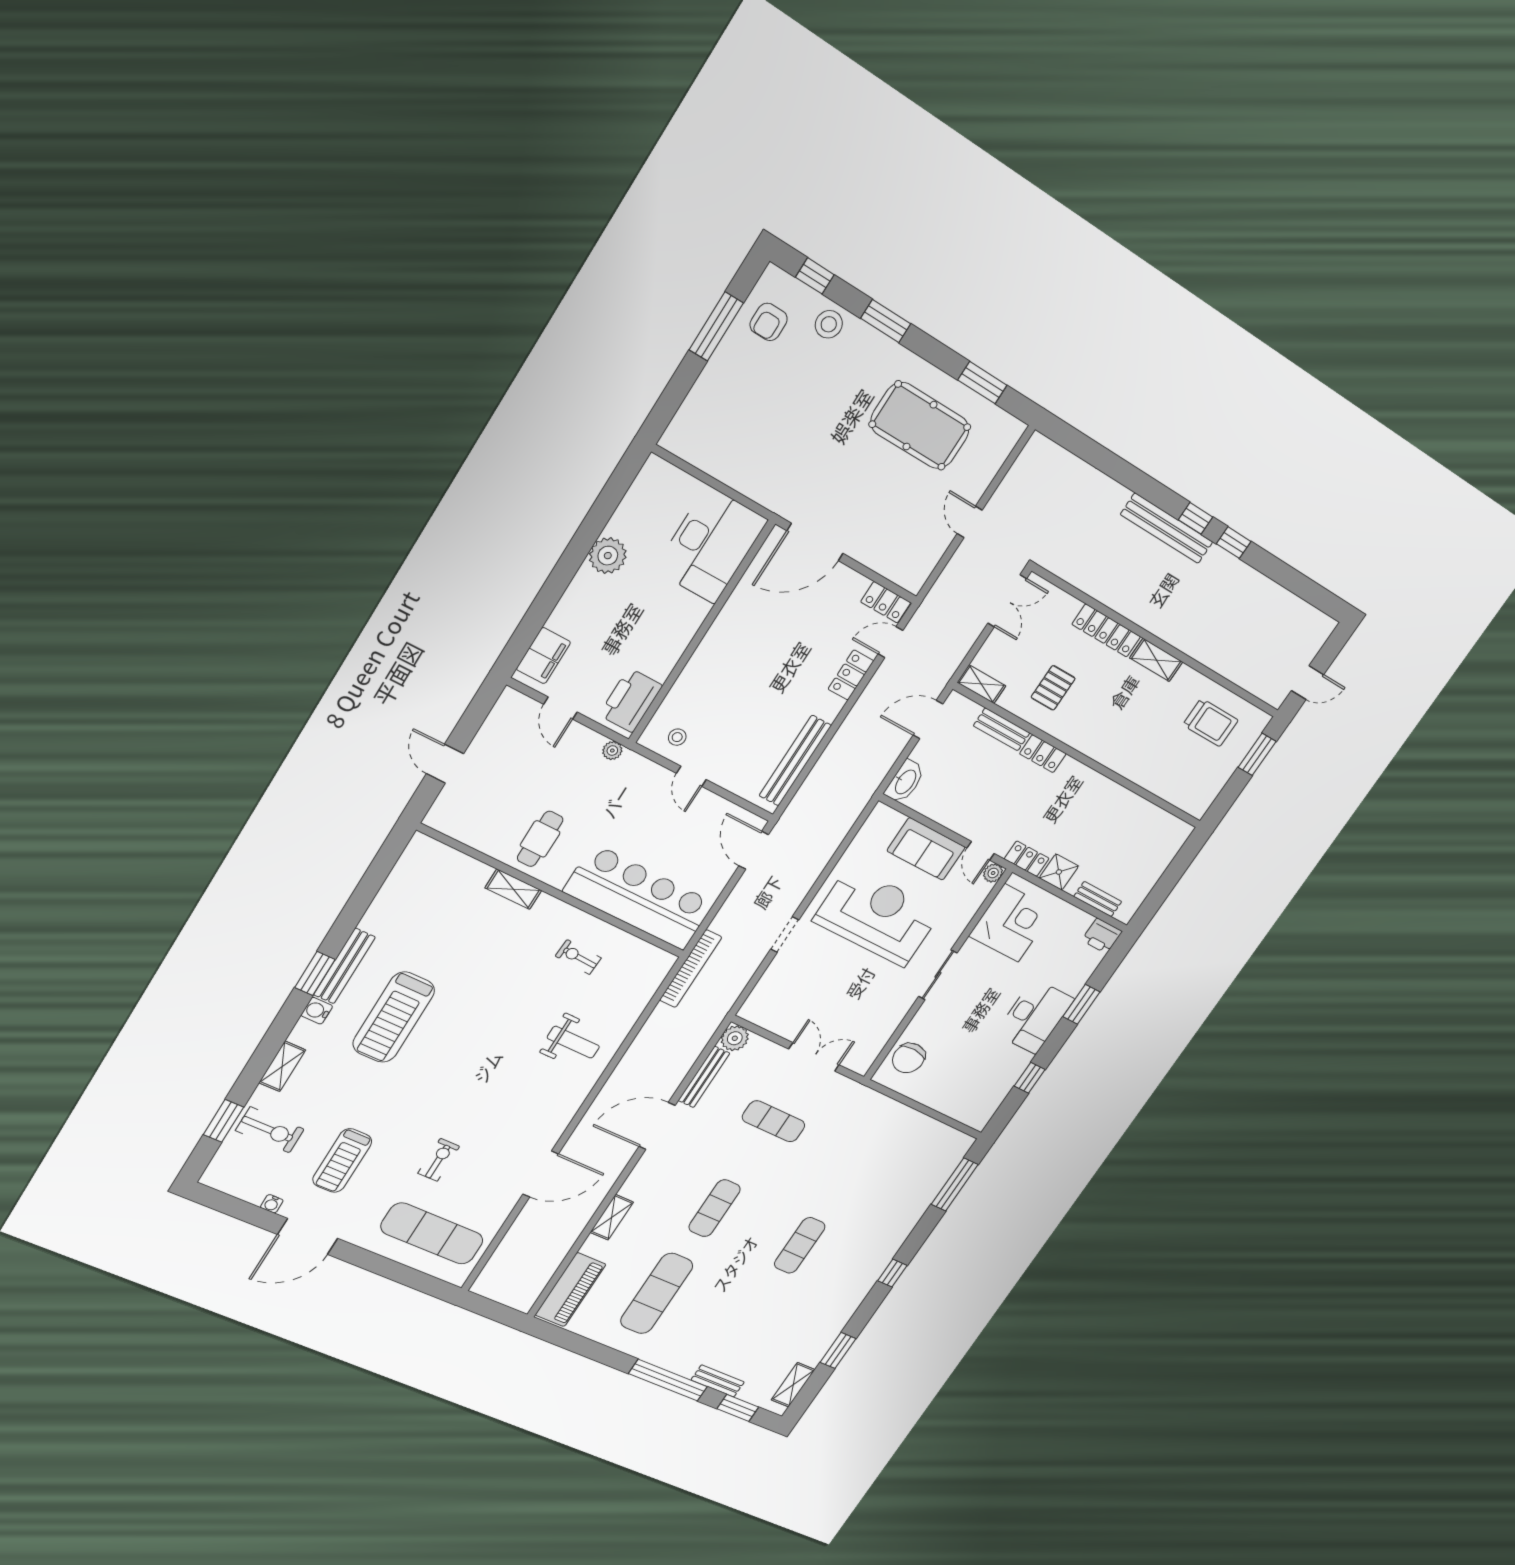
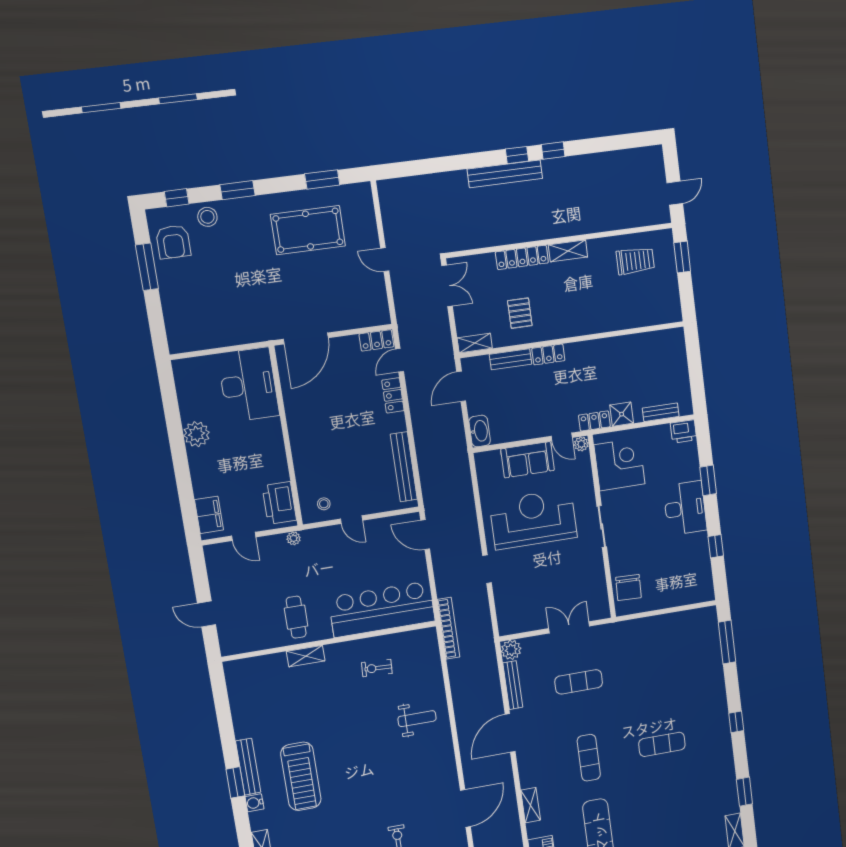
armchair: (769, 322) -> (173, 242), width x1.38, depth x1.38
exercise mat: (800, 1245) -> (662, 744), turned 90

